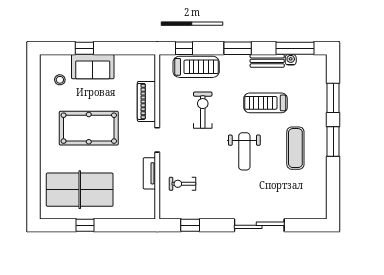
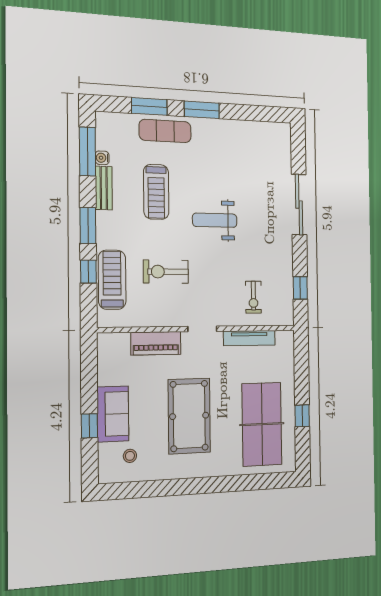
window: (184, 48) -> (88, 272), moved
exercise mat: (295, 148) -> (165, 131), moved
weight bench: (244, 151) -> (215, 220), turned 180
tv unit: (149, 173) -> (249, 338), width x1.41

